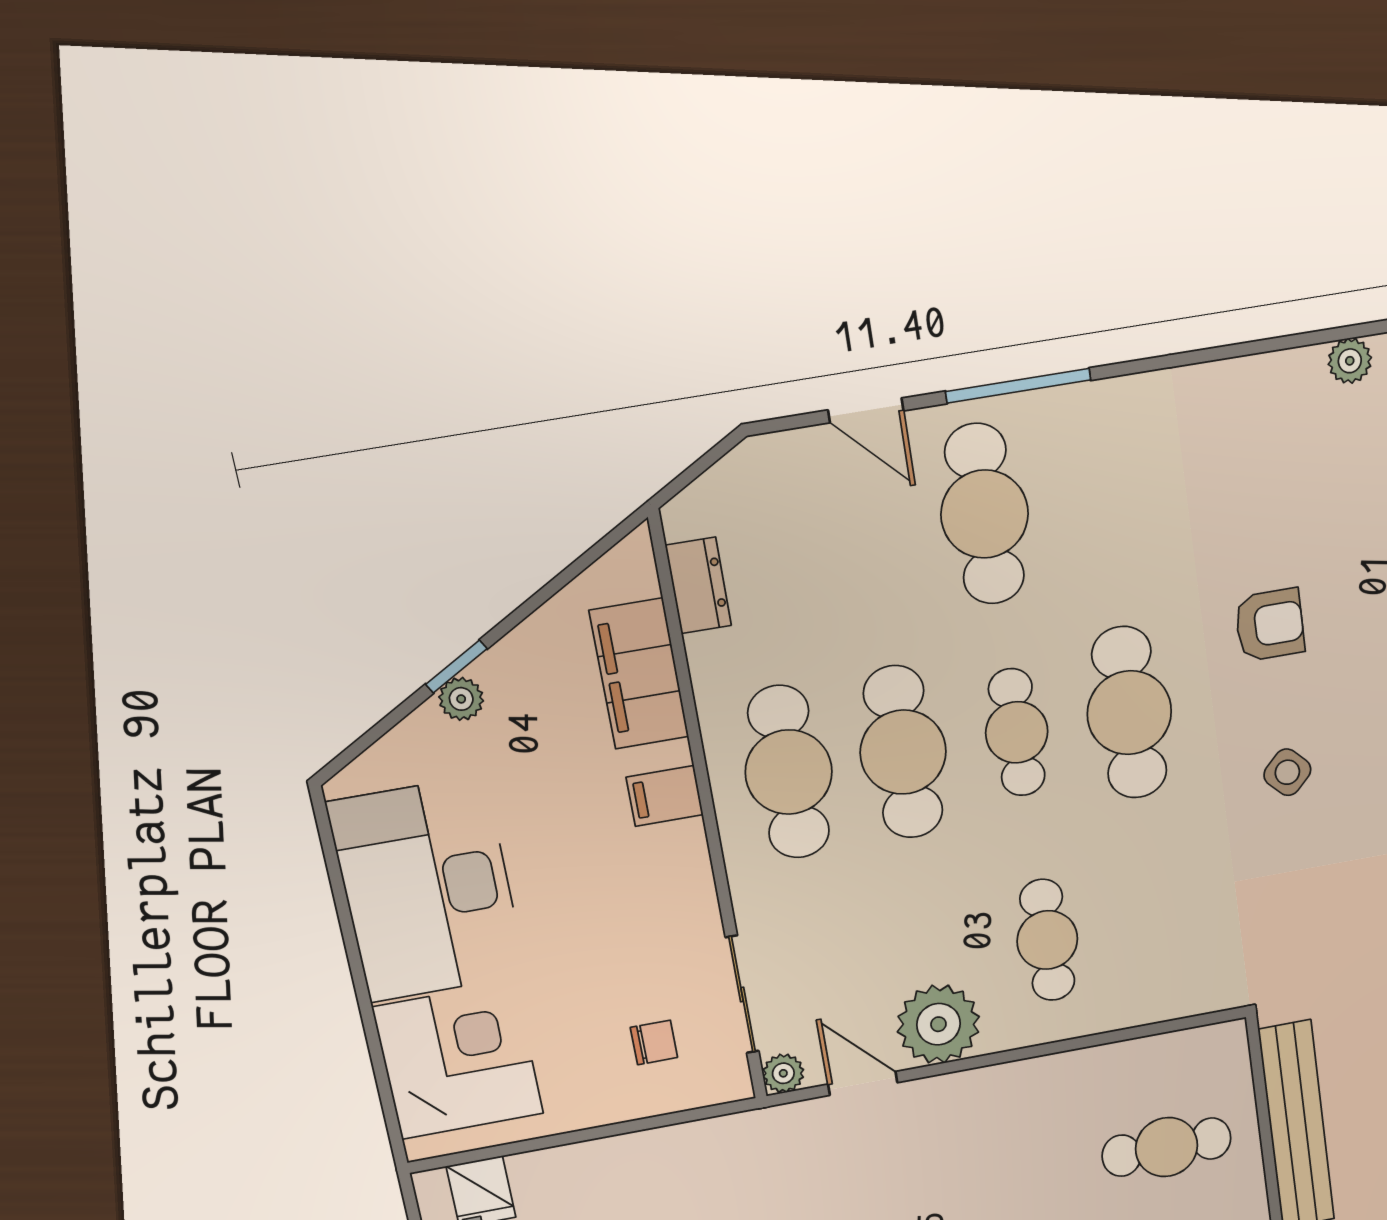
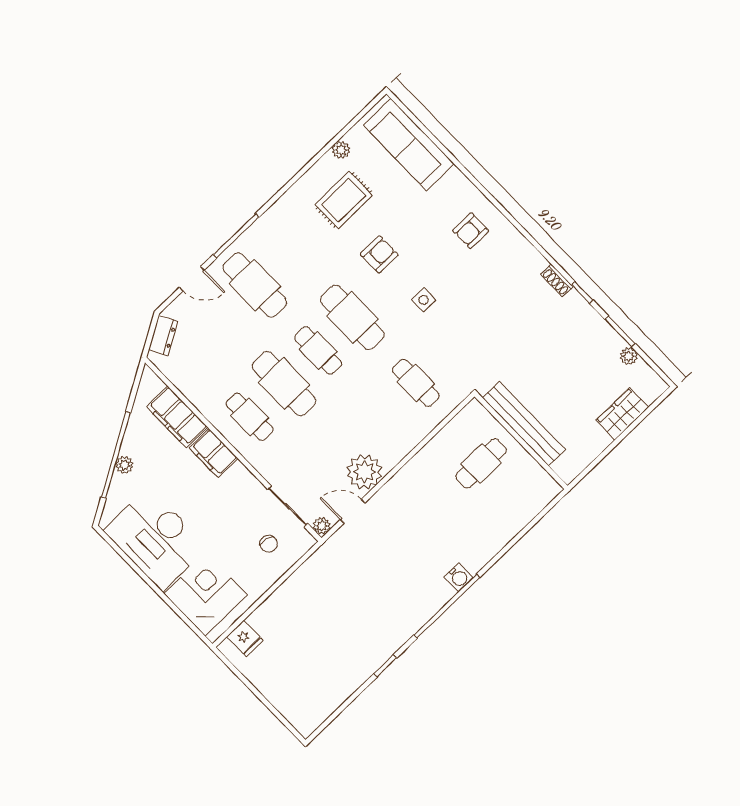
rug: (1281, 467) -> (344, 200), added
dresser: (698, 585) -> (163, 336), moved, turned 60
window: (456, 667) -> (116, 455), width x3.17
cafe table: (789, 772) -> (250, 417), width x0.73, depth x0.74
side table: (1287, 772) -> (424, 300), turned 45
filing cabinet: (665, 796) -> (213, 453), width x2.00
cafe table: (1047, 940) -> (416, 383), moved
chair: (654, 1042) -> (269, 544), turned 103

